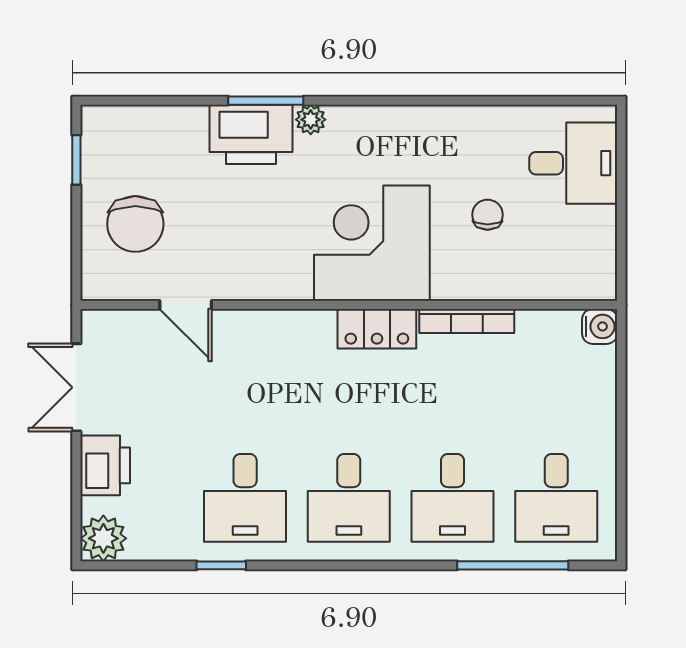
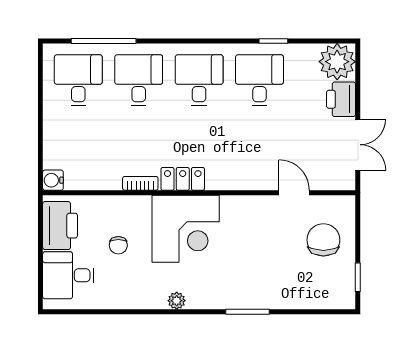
plant: (311, 120) -> (177, 301), moved
printer: (251, 134) -> (60, 226), moved, turned 90
bookcase: (467, 321) -> (140, 183), width x0.64
plant: (103, 538) -> (337, 62), width x1.36, depth x1.36

